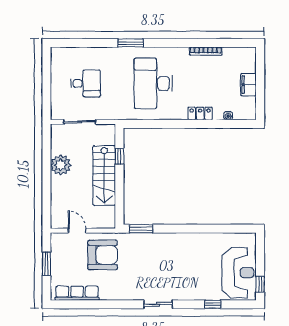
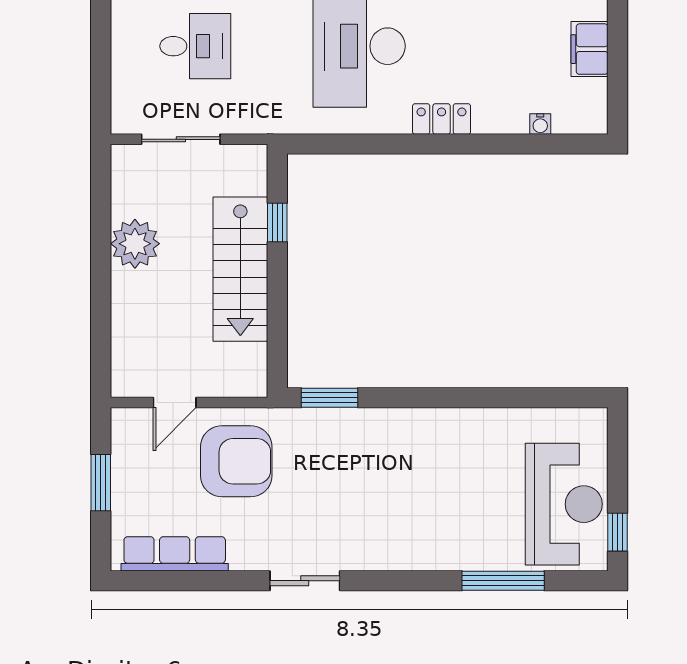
locker: (200, 114) -> (442, 119), moved
door: (77, 231) -> (175, 403), swing flipped
sliding door: (158, 304) -> (305, 581), moved
window: (213, 304) -> (503, 581), width x2.17

